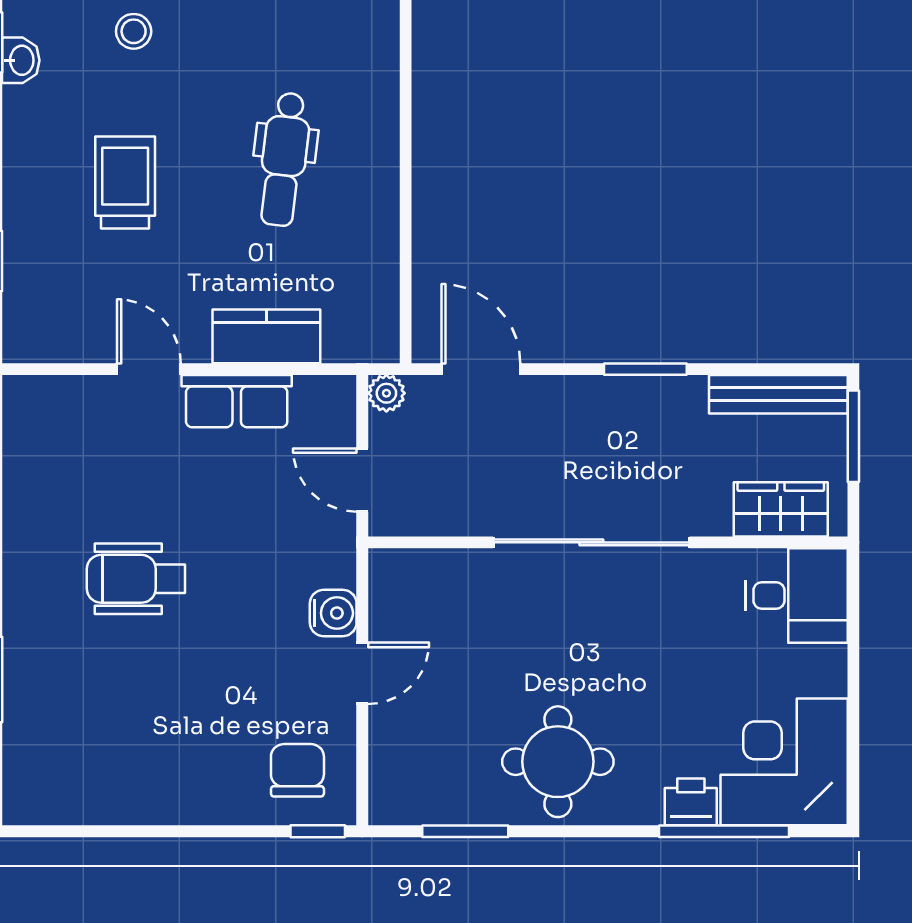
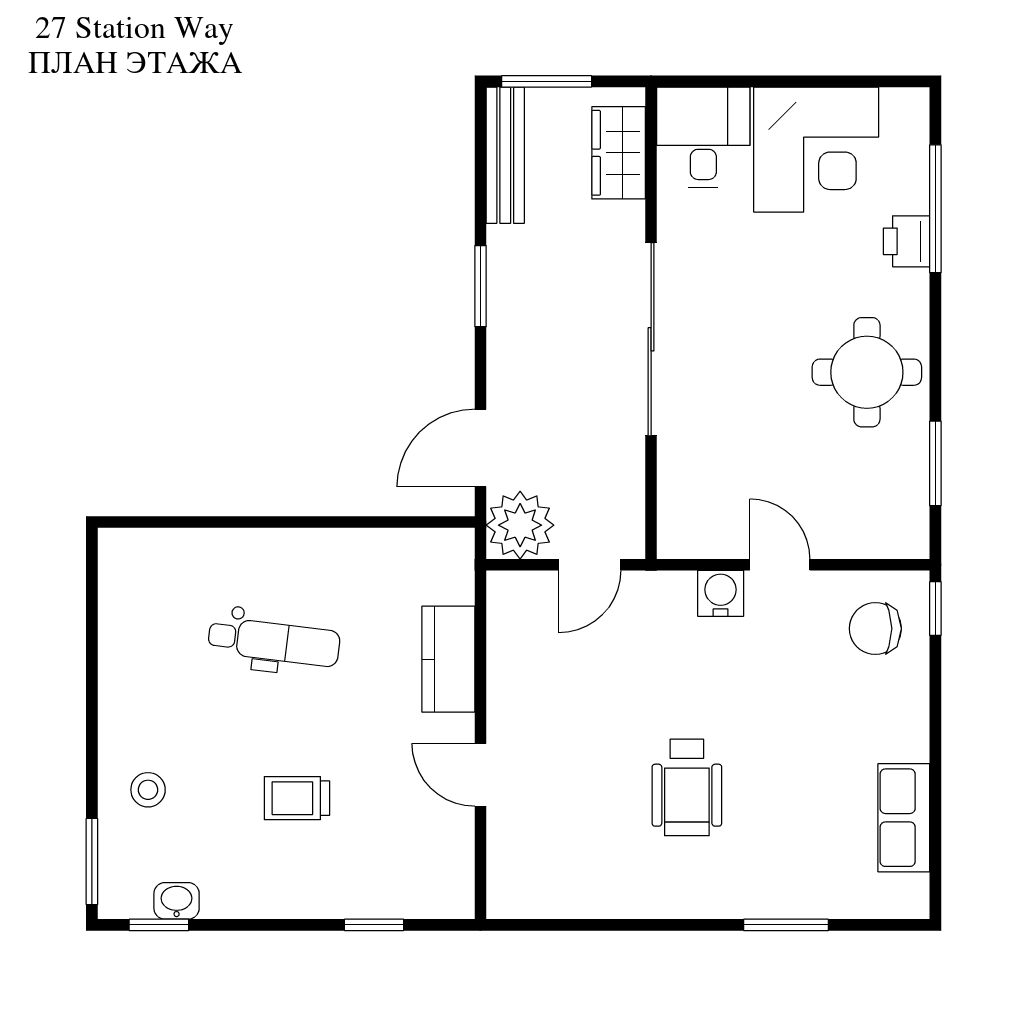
trolley: (125, 183) -> (297, 798), width x0.73, depth x0.72
door: (149, 369) -> (480, 775), hinge flipped
plant: (386, 393) -> (520, 525), width x1.88, depth x1.88
row of seats: (237, 401) -> (904, 818), moved, turned 180
corner desk: (784, 762) -> (816, 150), moved, turned -90

